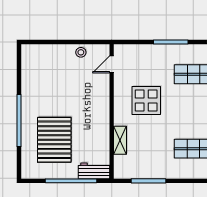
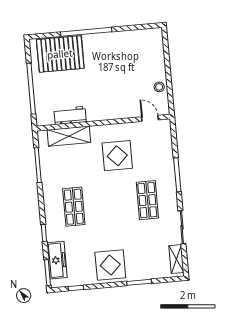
pallet: (54, 140) -> (60, 54), moved
shelving: (120, 140) -> (69, 136), width x1.50, depth x1.33
workbench: (94, 171) -> (70, 115), moved, turned -90

